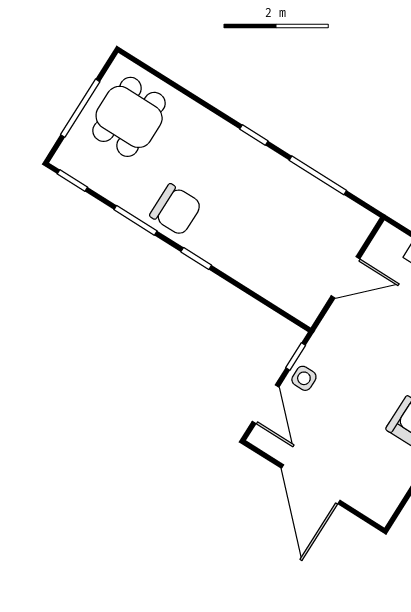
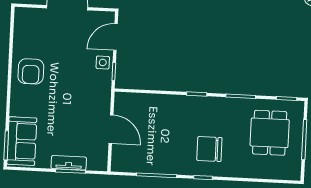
dining table: (129, 117) -> (270, 133), moved
chair: (176, 210) -> (209, 149), moved
door: (346, 277) -> (111, 129), swing flipped
door: (266, 404) -> (115, 37), hinge flipped

